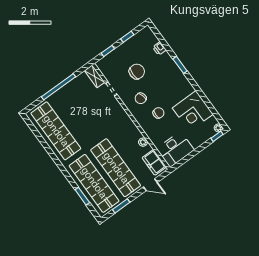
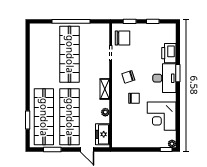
printer: (159, 48) -> (169, 53), width x1.87, depth x1.48
chair: (137, 72) -> (123, 38), moved
shelving: (95, 76) -> (105, 89), moved
shop shelf: (56, 131) -> (70, 54), moved
desk: (175, 149) -> (164, 78), moved, turned -90

